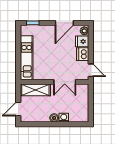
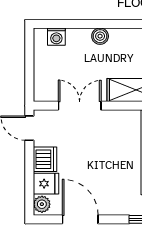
door: (64, 23) -> (80, 219), hinge flipped
washing machine: (64, 118) -> (56, 37), moved

